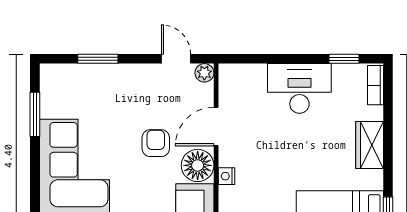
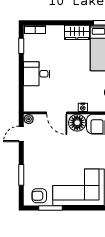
desk: (299, 88) -> (37, 74), width x0.73
armchair: (156, 143) -> (39, 196), moved
wardrobe: (370, 145) -> (77, 32), moved

